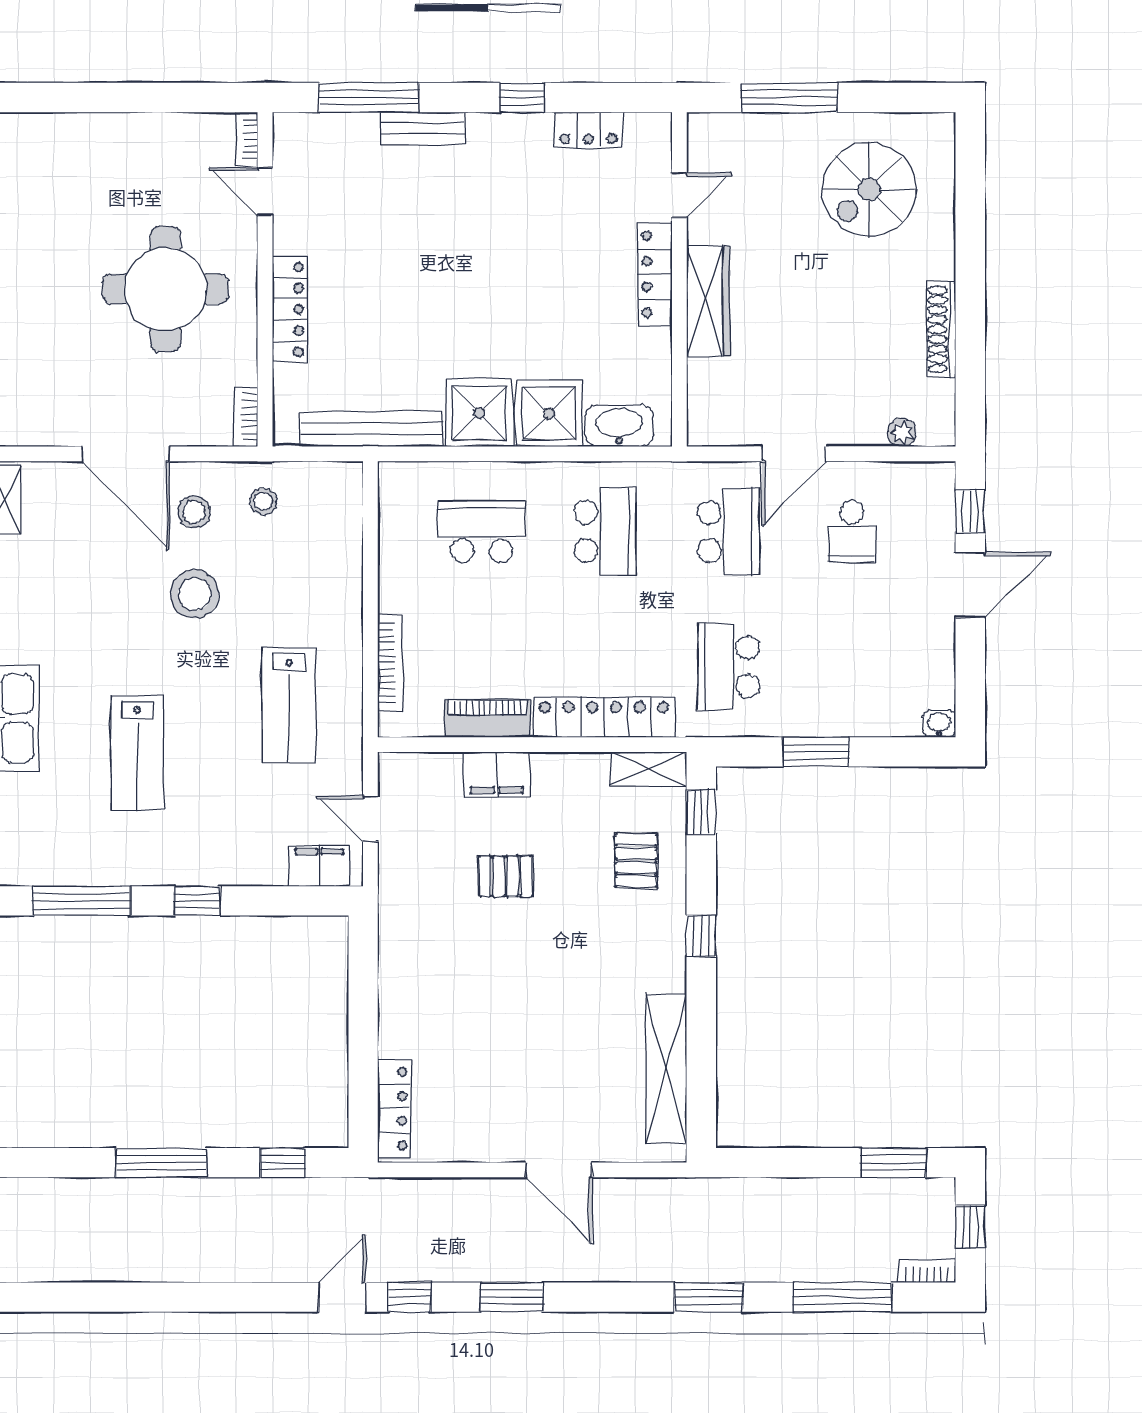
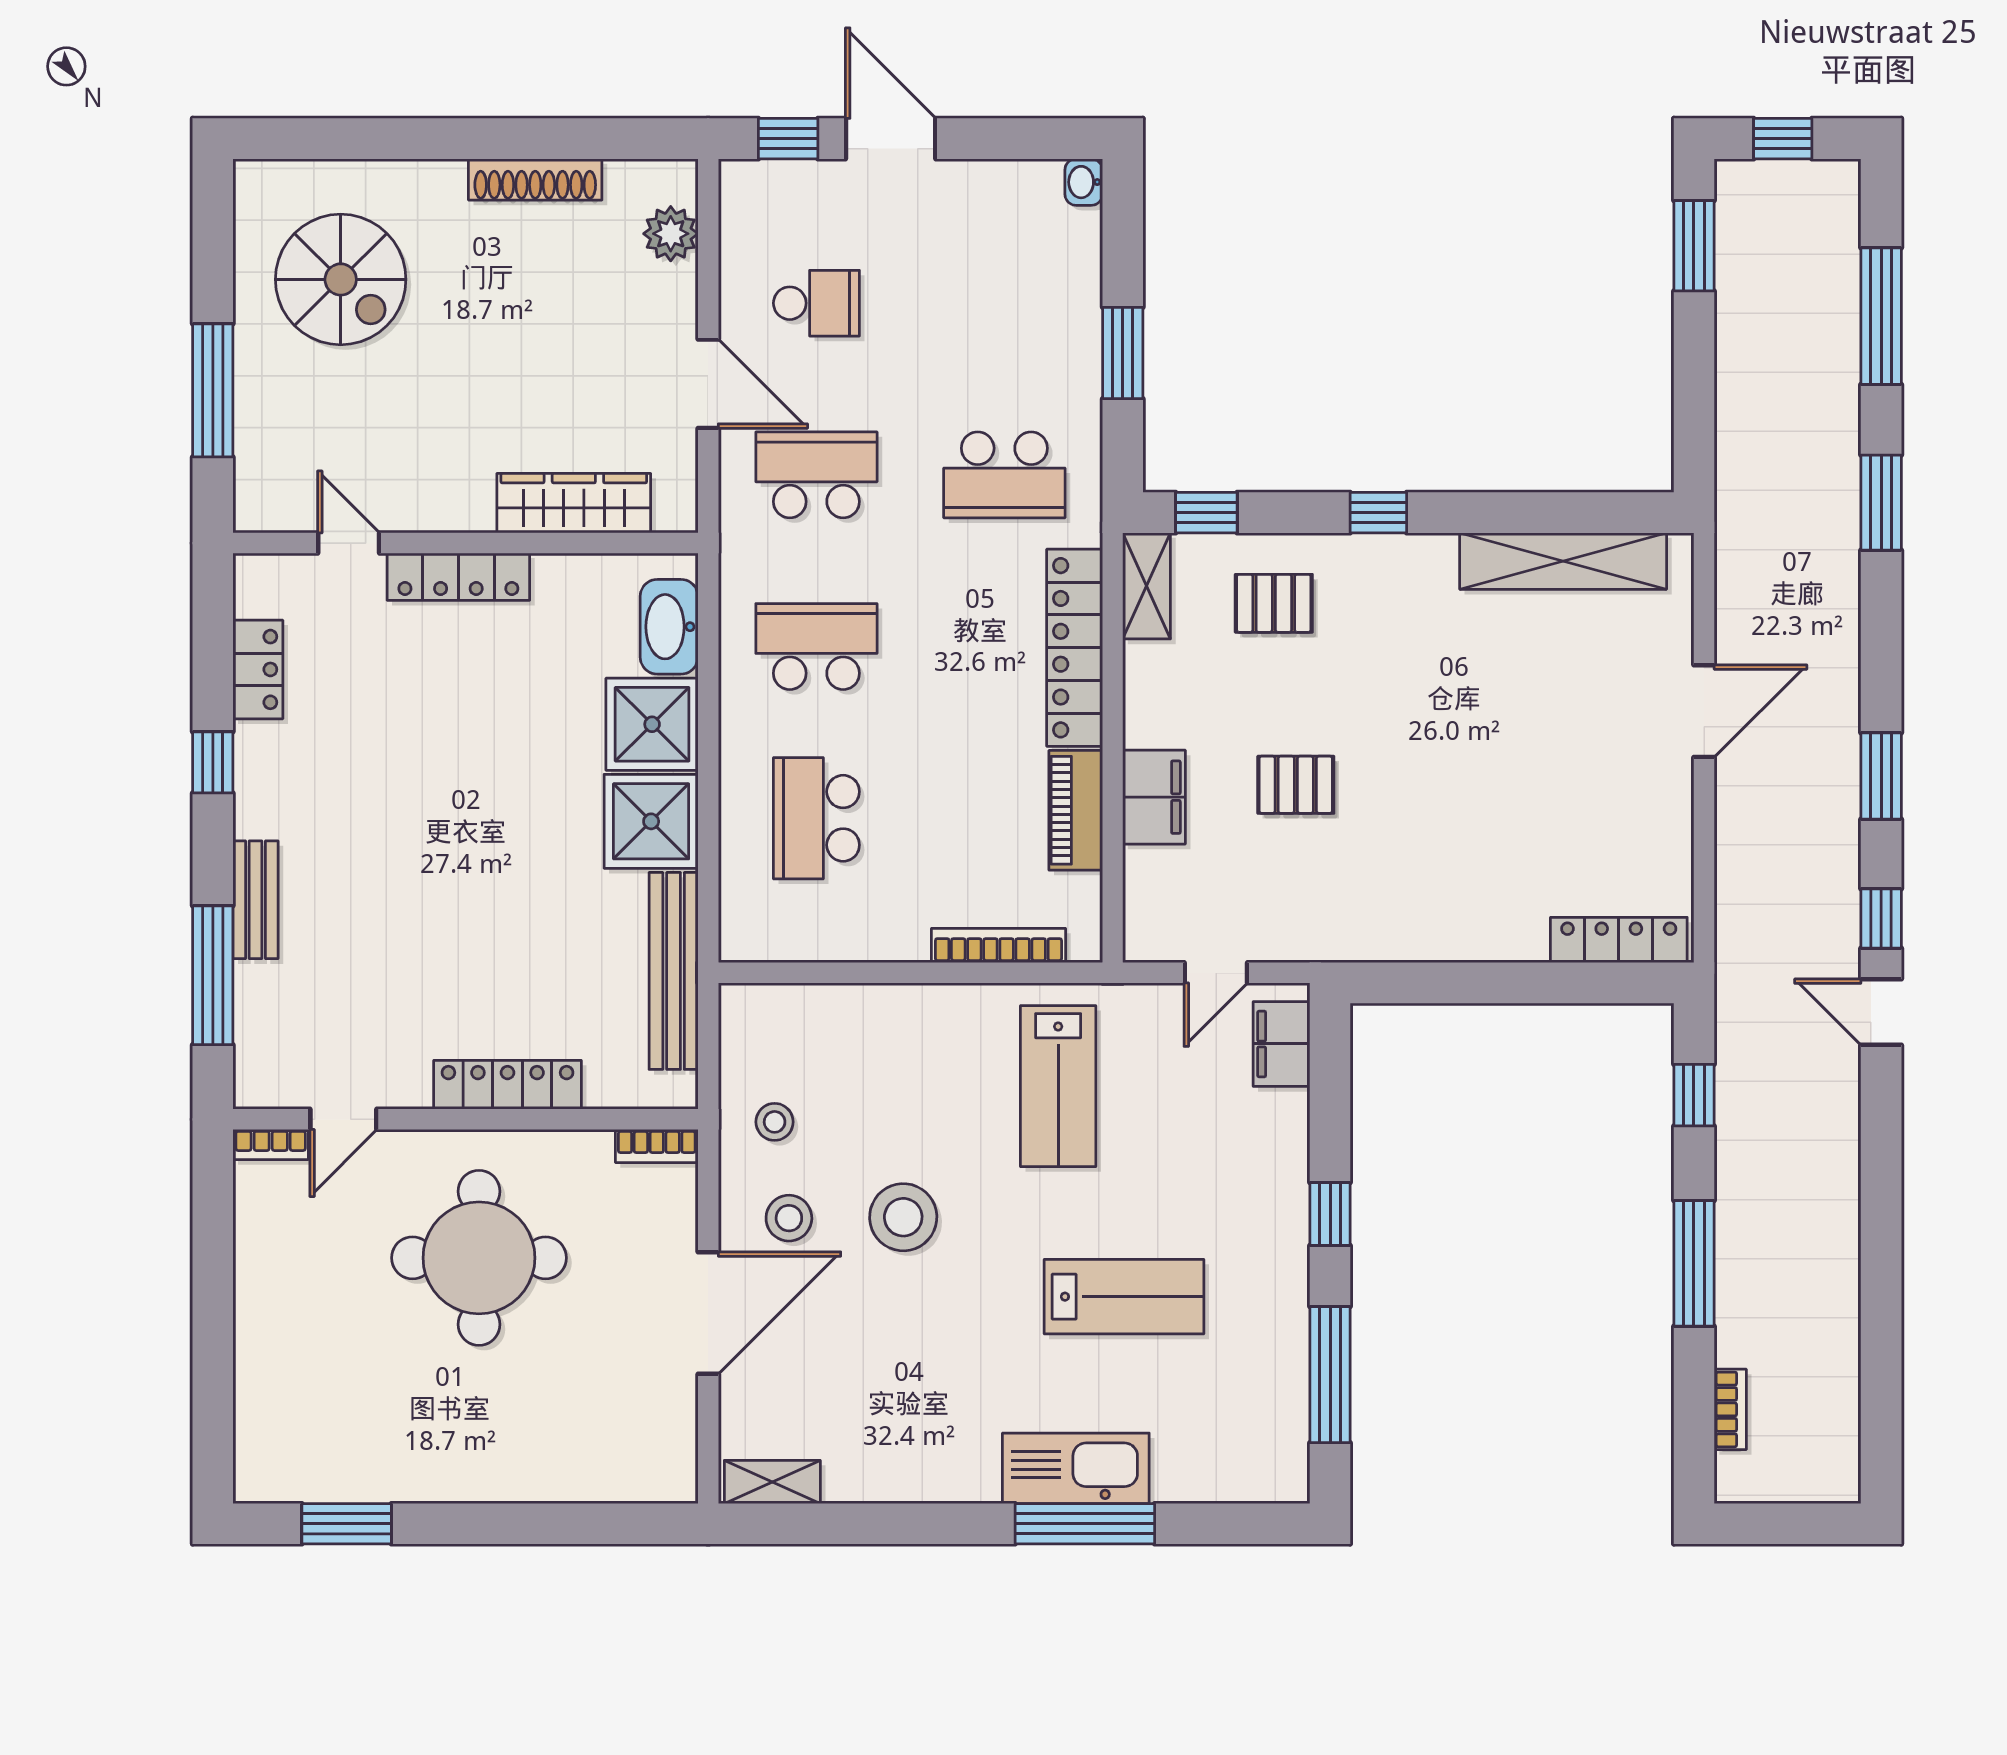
wardrobe: (708, 301) -> (574, 503), moved
plant: (902, 432) -> (671, 234), width x1.38, depth x1.38
lab bench: (289, 705) -> (1058, 1086), turned 90
pallet: (506, 876) -> (1296, 785), turned 90
bookcase: (927, 1271) -> (1730, 1409), moved, turned 180

